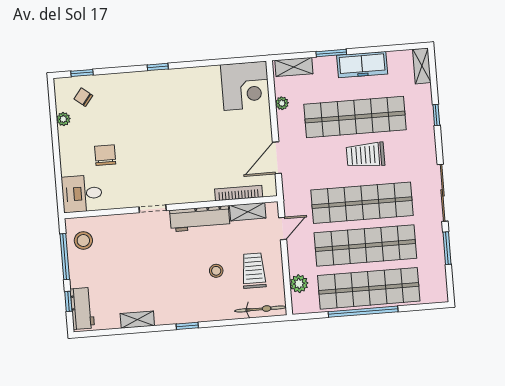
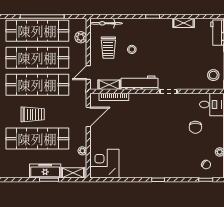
freezer: (362, 65) -> (45, 171), moved

